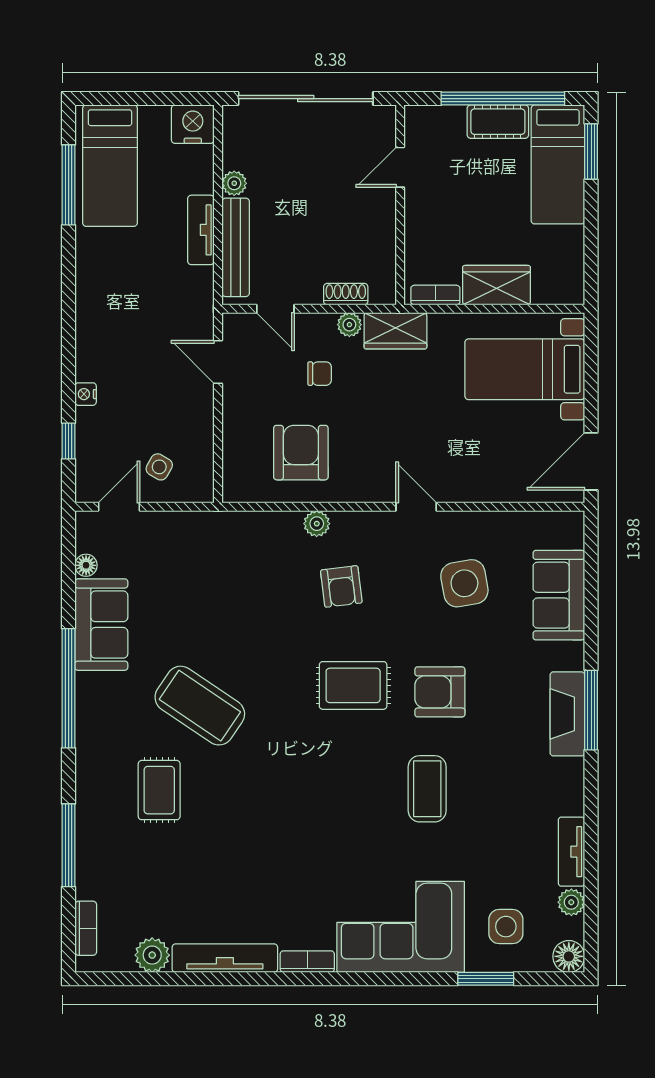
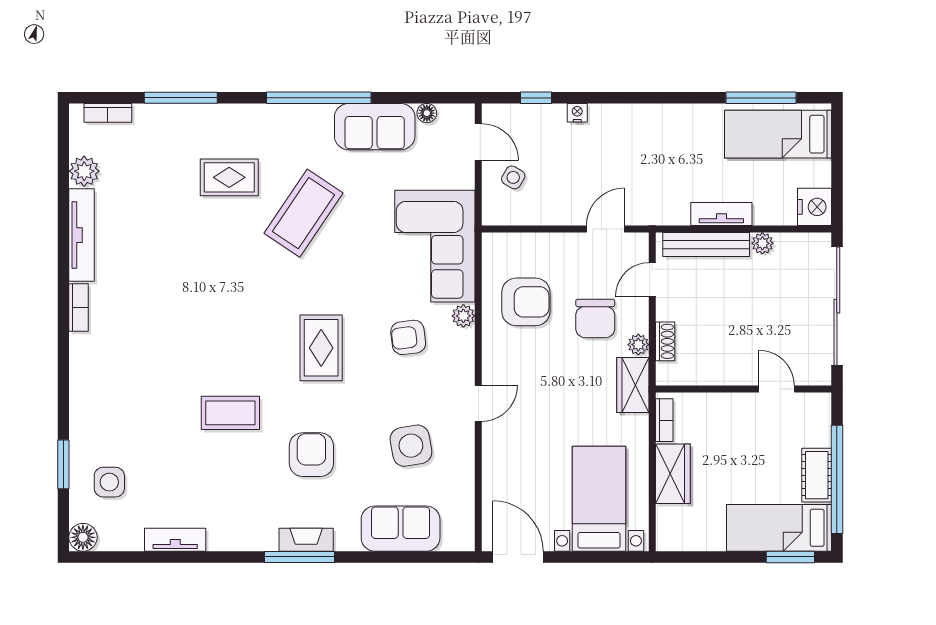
chair: (320, 374) -> (595, 318), width x1.87, depth x1.87
armchair: (440, 692) -> (311, 455), moved
fireplace: (567, 714) -> (306, 540), width x0.73, depth x0.76
plant: (571, 902) -> (131, 540), removed
corner sofa: (401, 927) -> (435, 246), moved, turned 180

